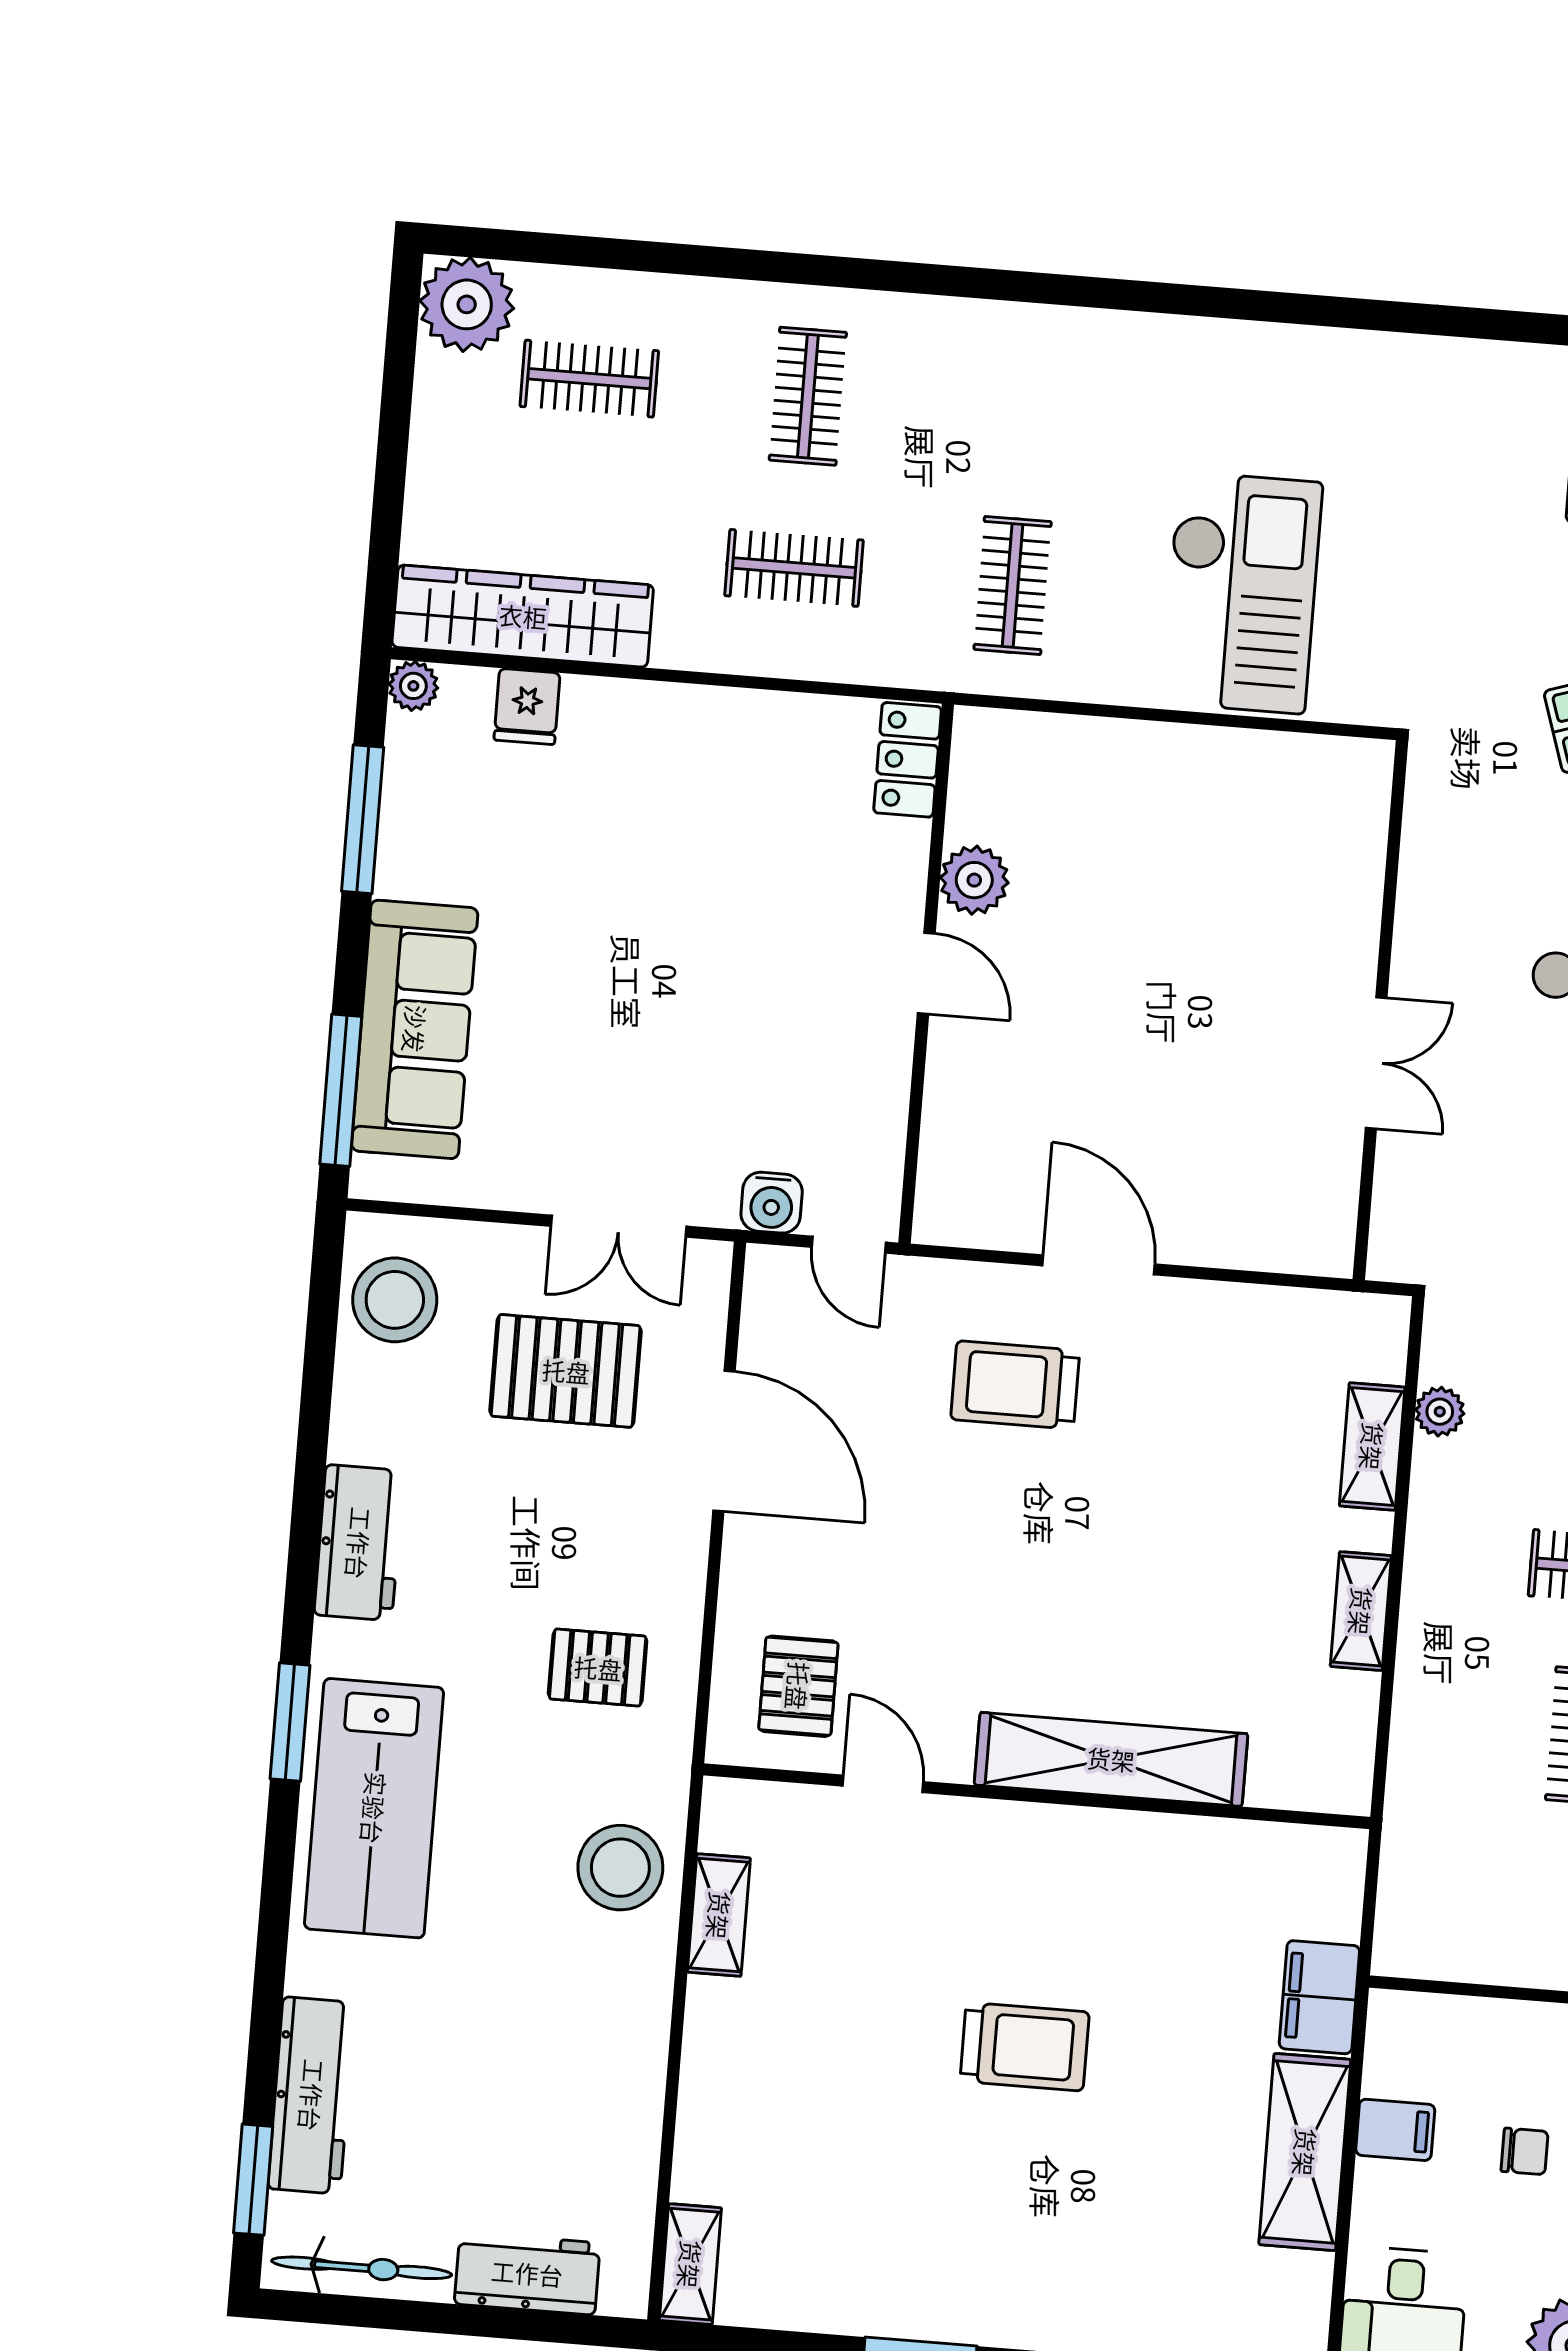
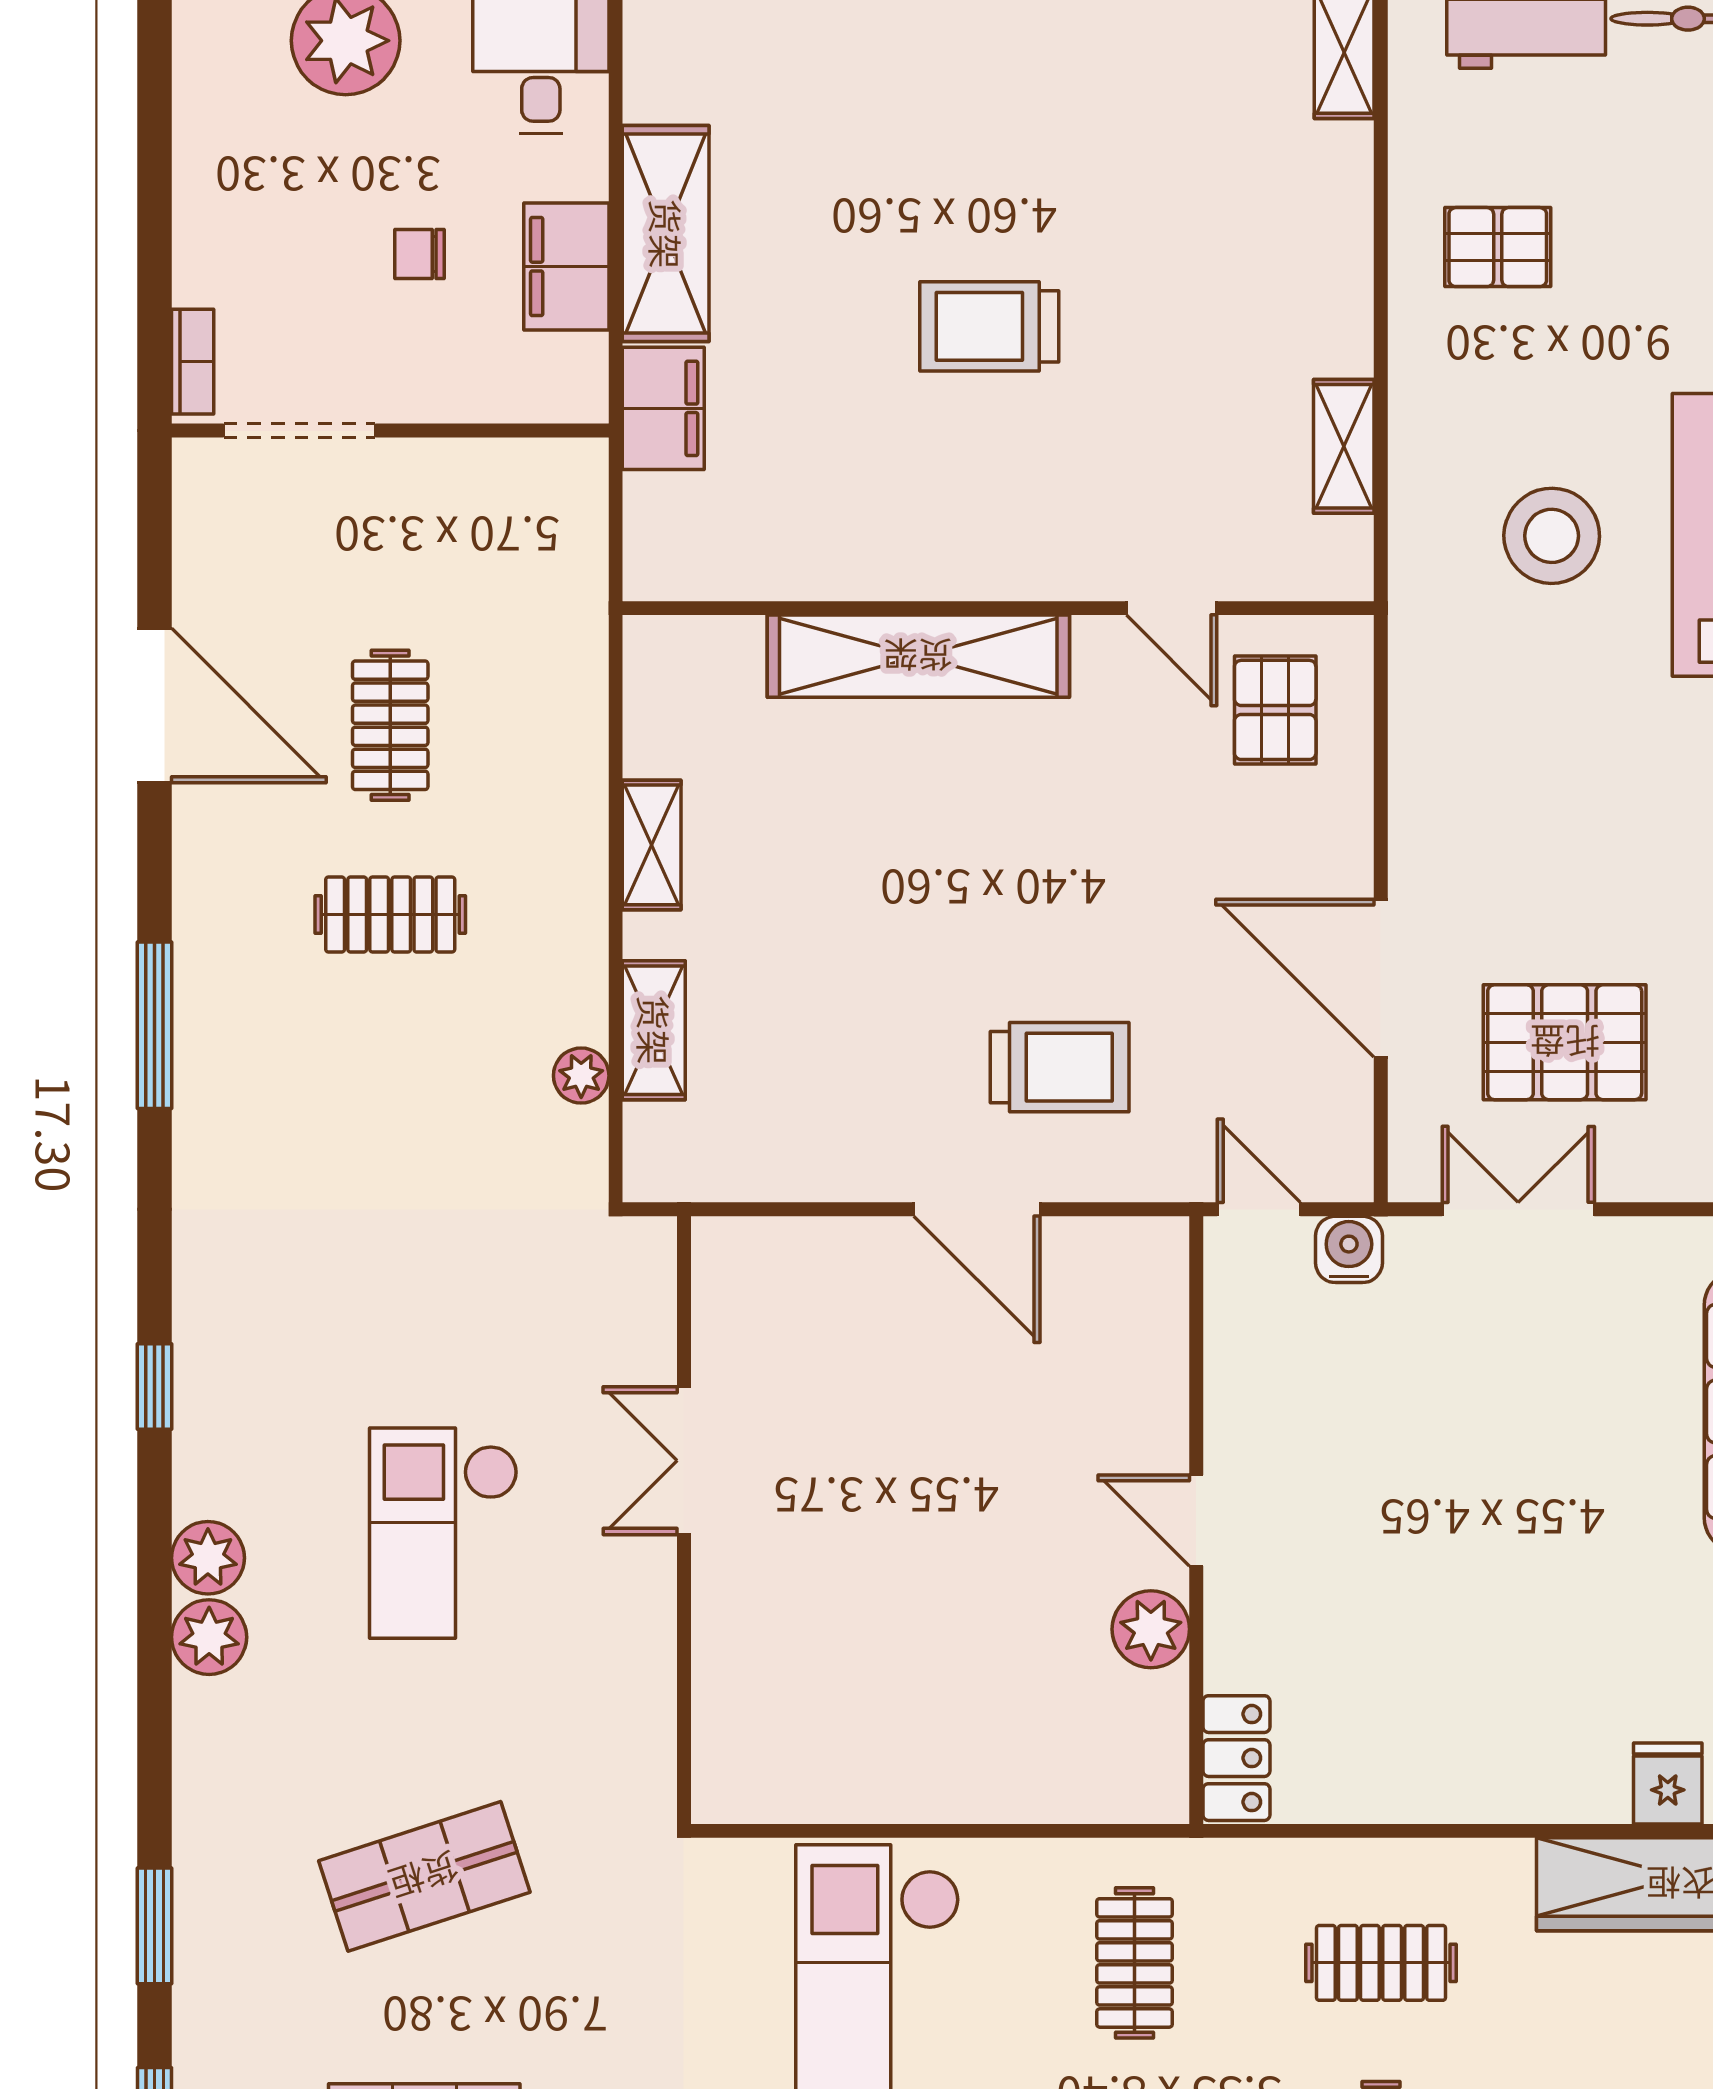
pallet: (598, 1668) -> (1498, 247), moved
stool: (620, 1868) -> (1552, 536), moved
filing cabinet: (1395, 2130) -> (566, 267), width x2.00

